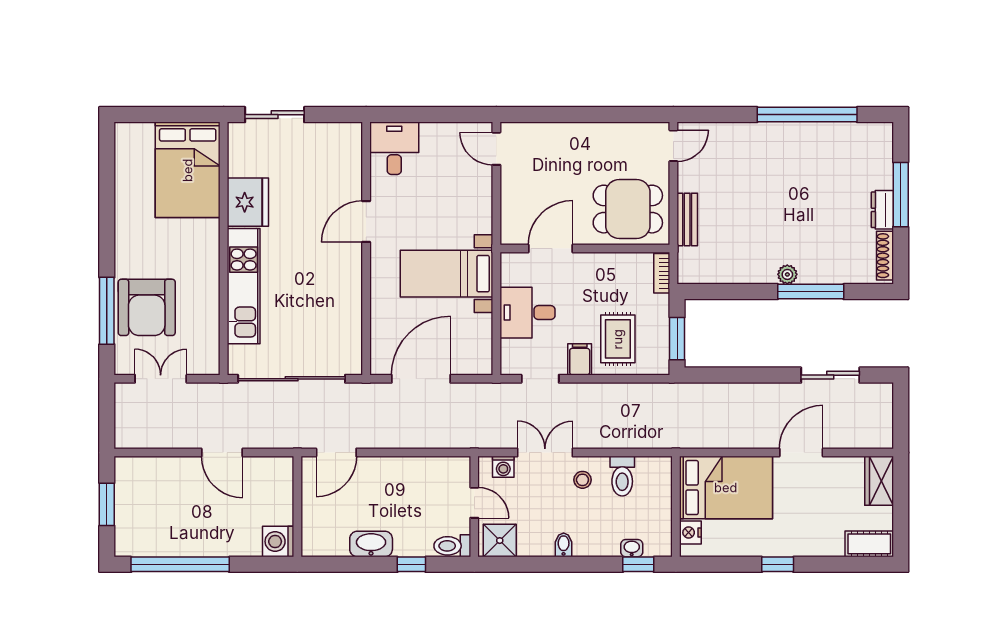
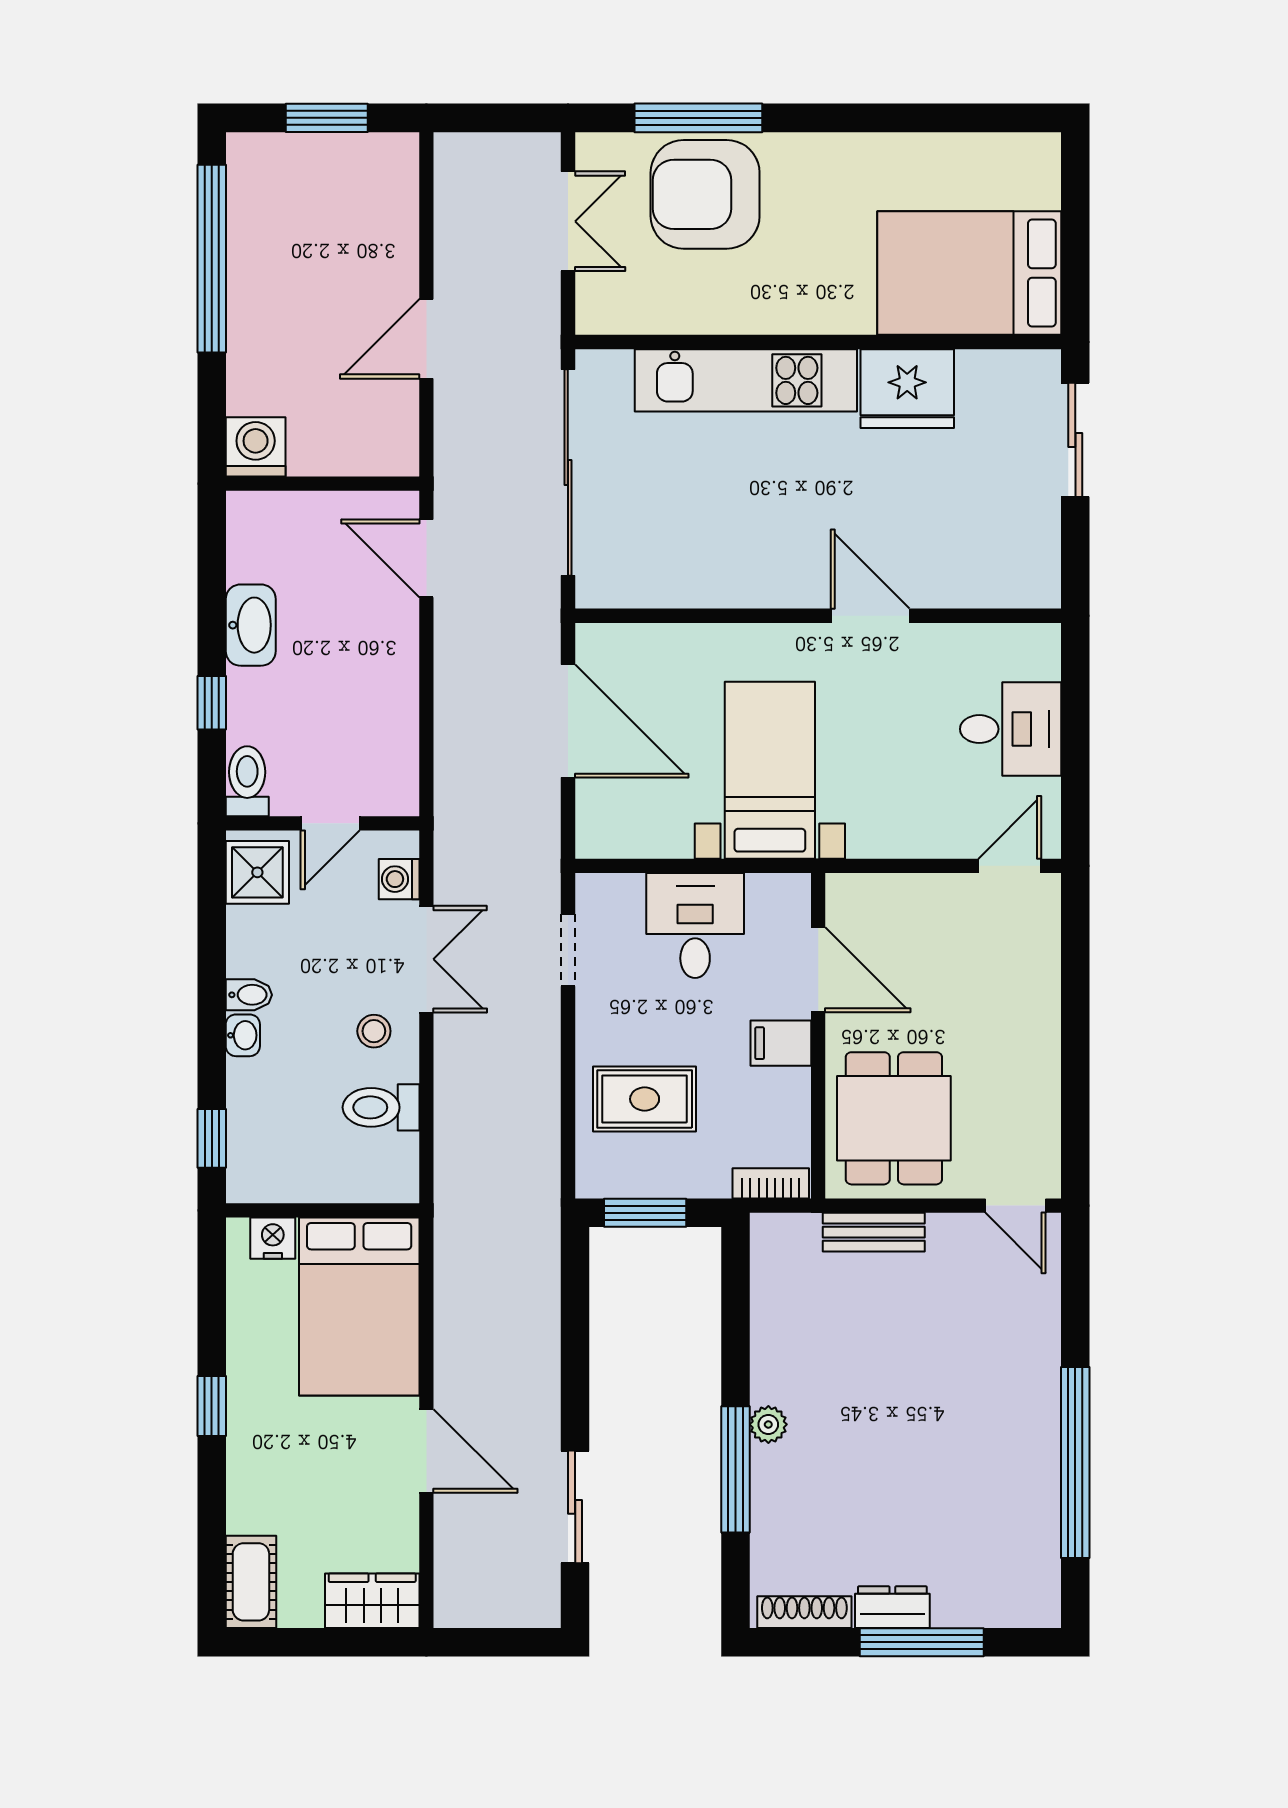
desk: (394, 148) -> (1011, 729), moved
filing cabinet: (580, 359) -> (781, 1043), moved, turned 180
washbasin: (632, 548) -> (243, 1035), moved

